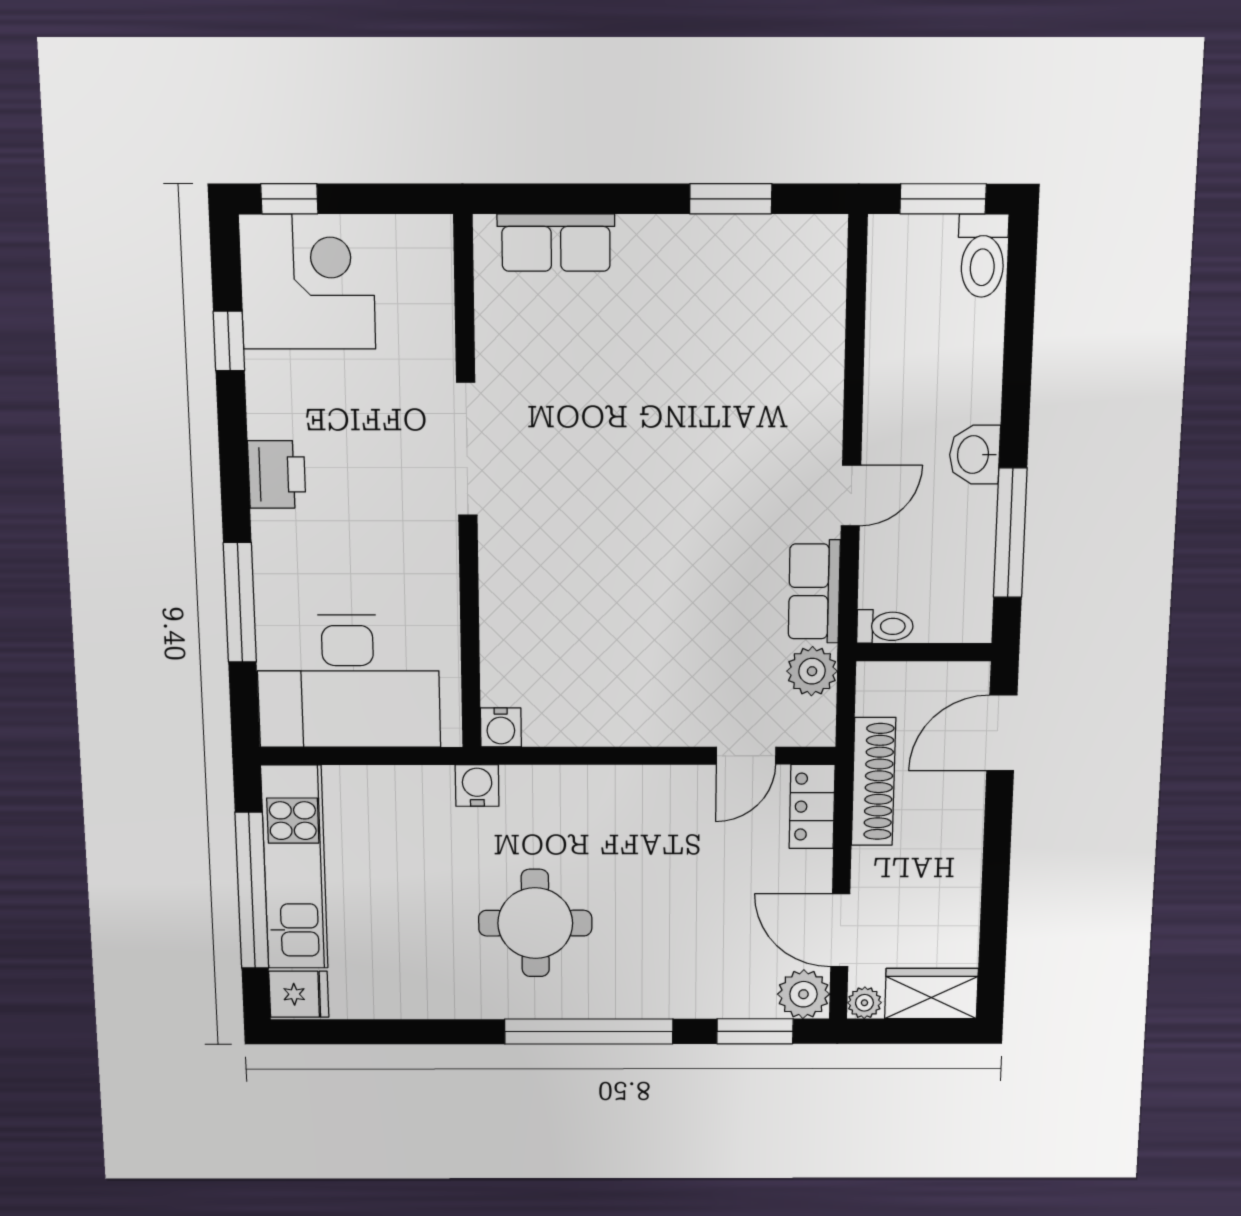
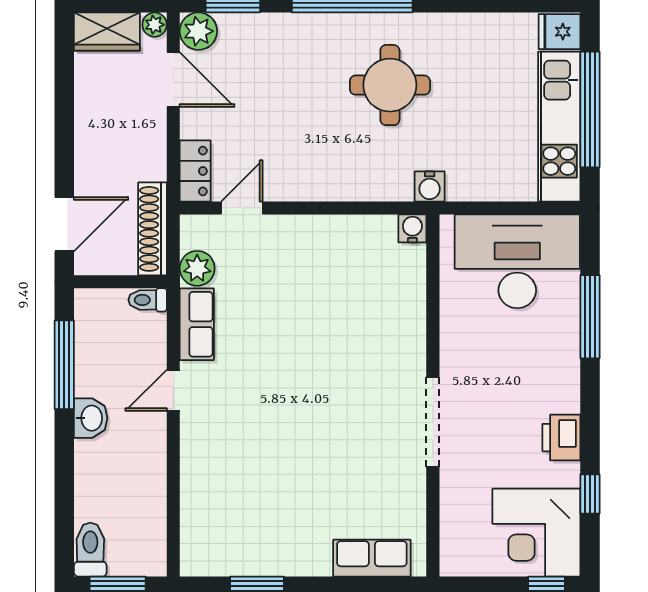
printer: (277, 474) -> (561, 438), moved
shoe rack: (874, 782) -> (153, 229), moved

